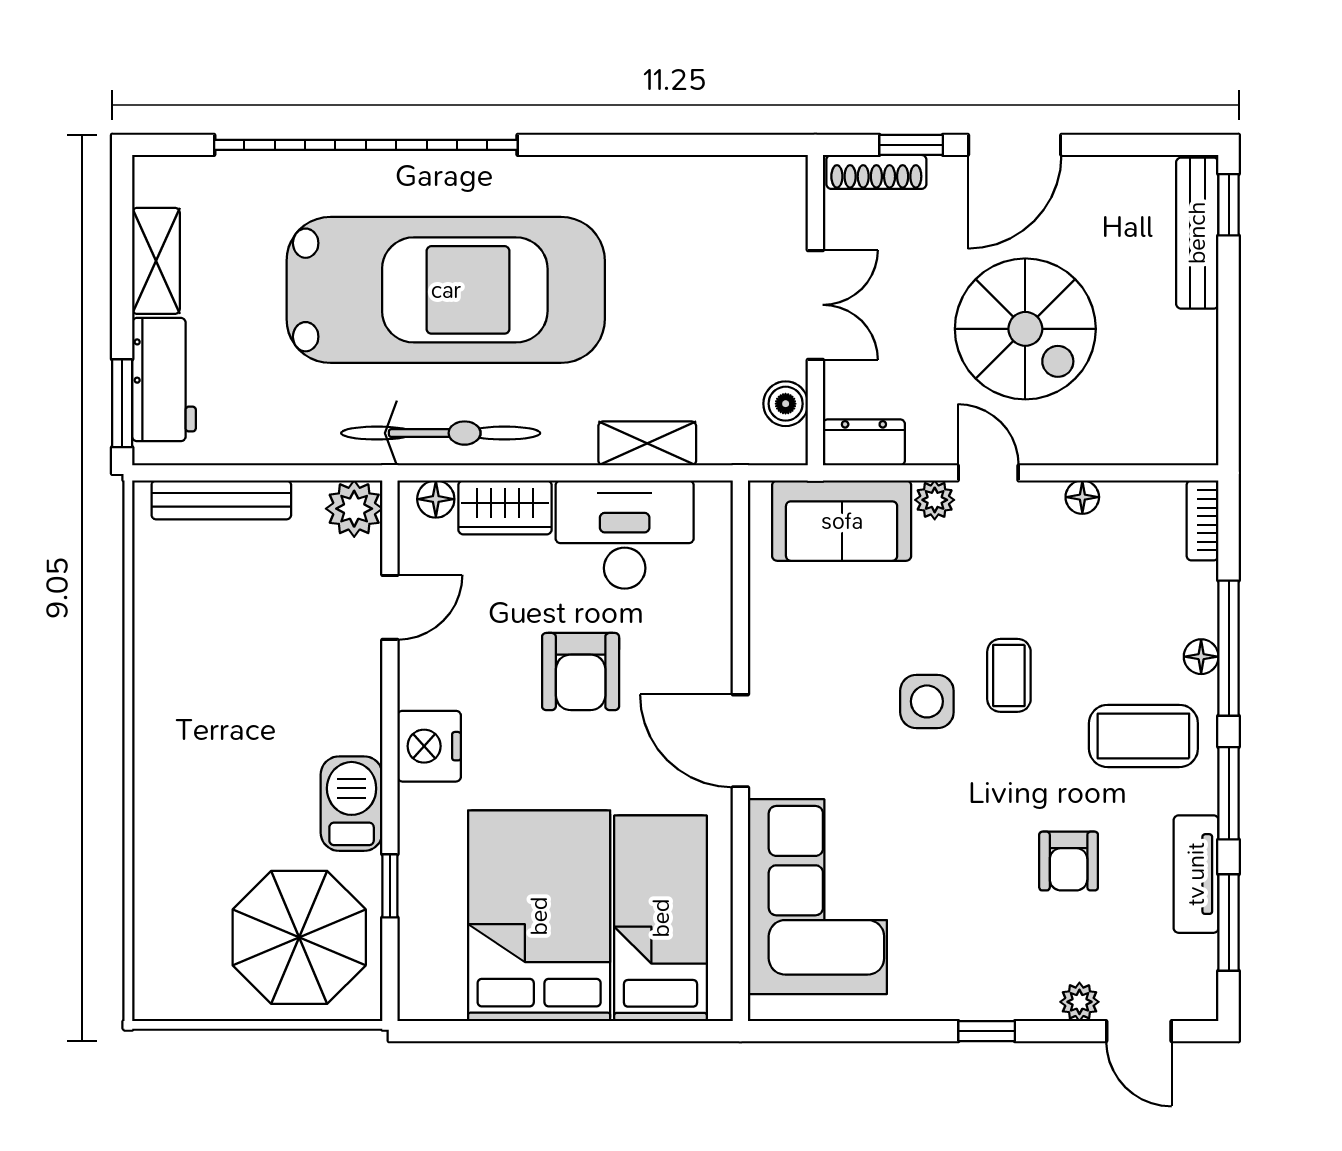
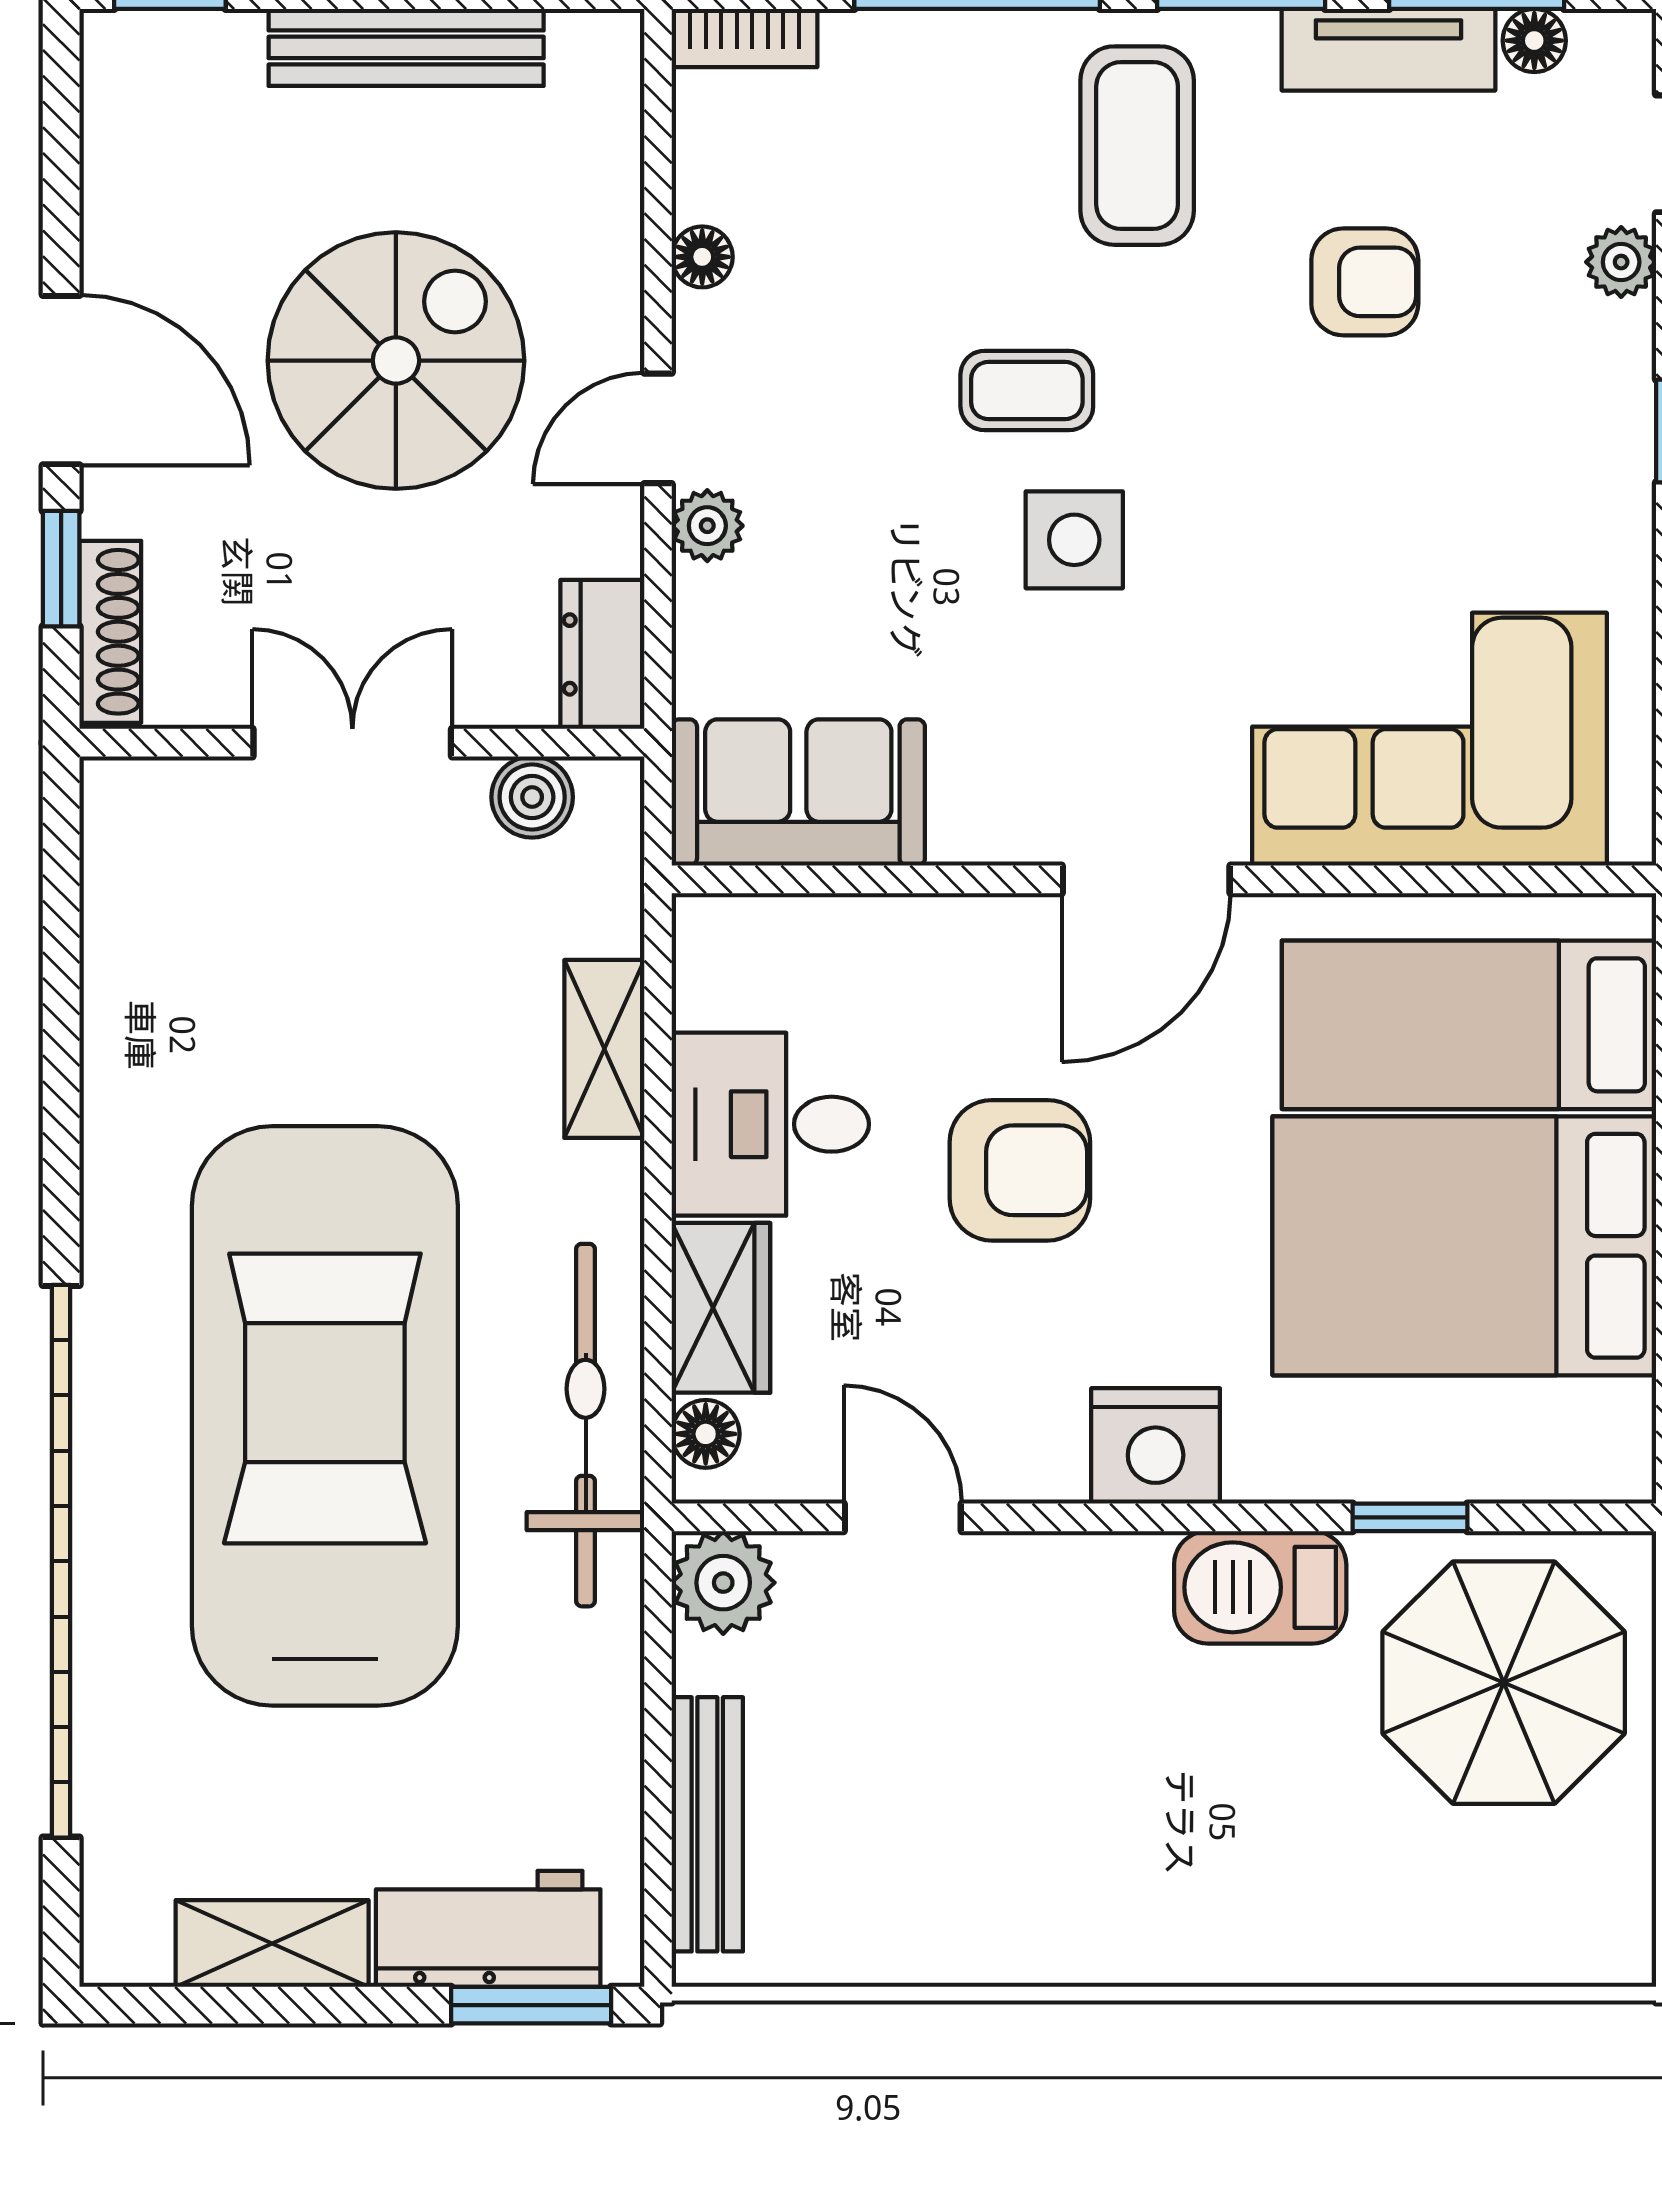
bench: (1197, 233) -> (406, 47), moved
sofa: (842, 521) -> (798, 793), moved, turned -90
desk: (625, 535) -> (770, 1124), width x0.73
floor lamp: (1201, 657) -> (1534, 41), moved

